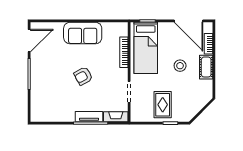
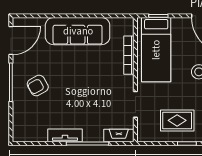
sofa: (83, 33) -> (78, 31), width x1.36
armchair: (83, 76) -> (38, 85), moved
rug: (163, 105) -> (177, 120), turned 90
tv unit: (89, 117) -> (65, 135), moved

